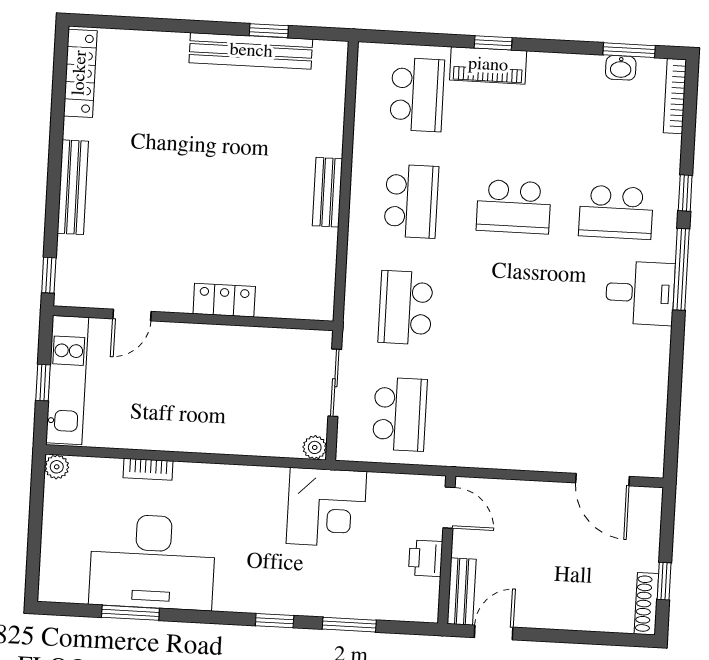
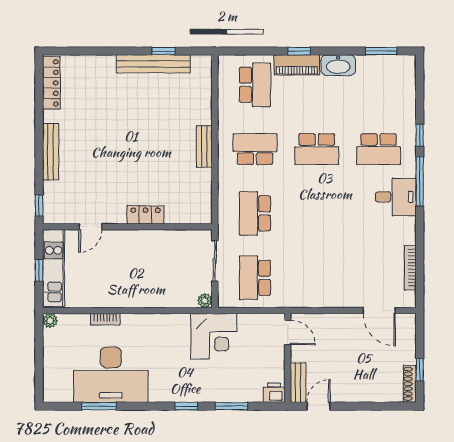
washbasin: (621, 68) -> (338, 65), moved, width x1.91, depth x1.45
bookcase: (675, 96) -> (410, 268), moved
school desk: (411, 201) -> (255, 149), turned -90
school desk: (400, 414) -> (255, 278), turned 180
printer: (426, 558) -> (274, 393), moved, turned 90

